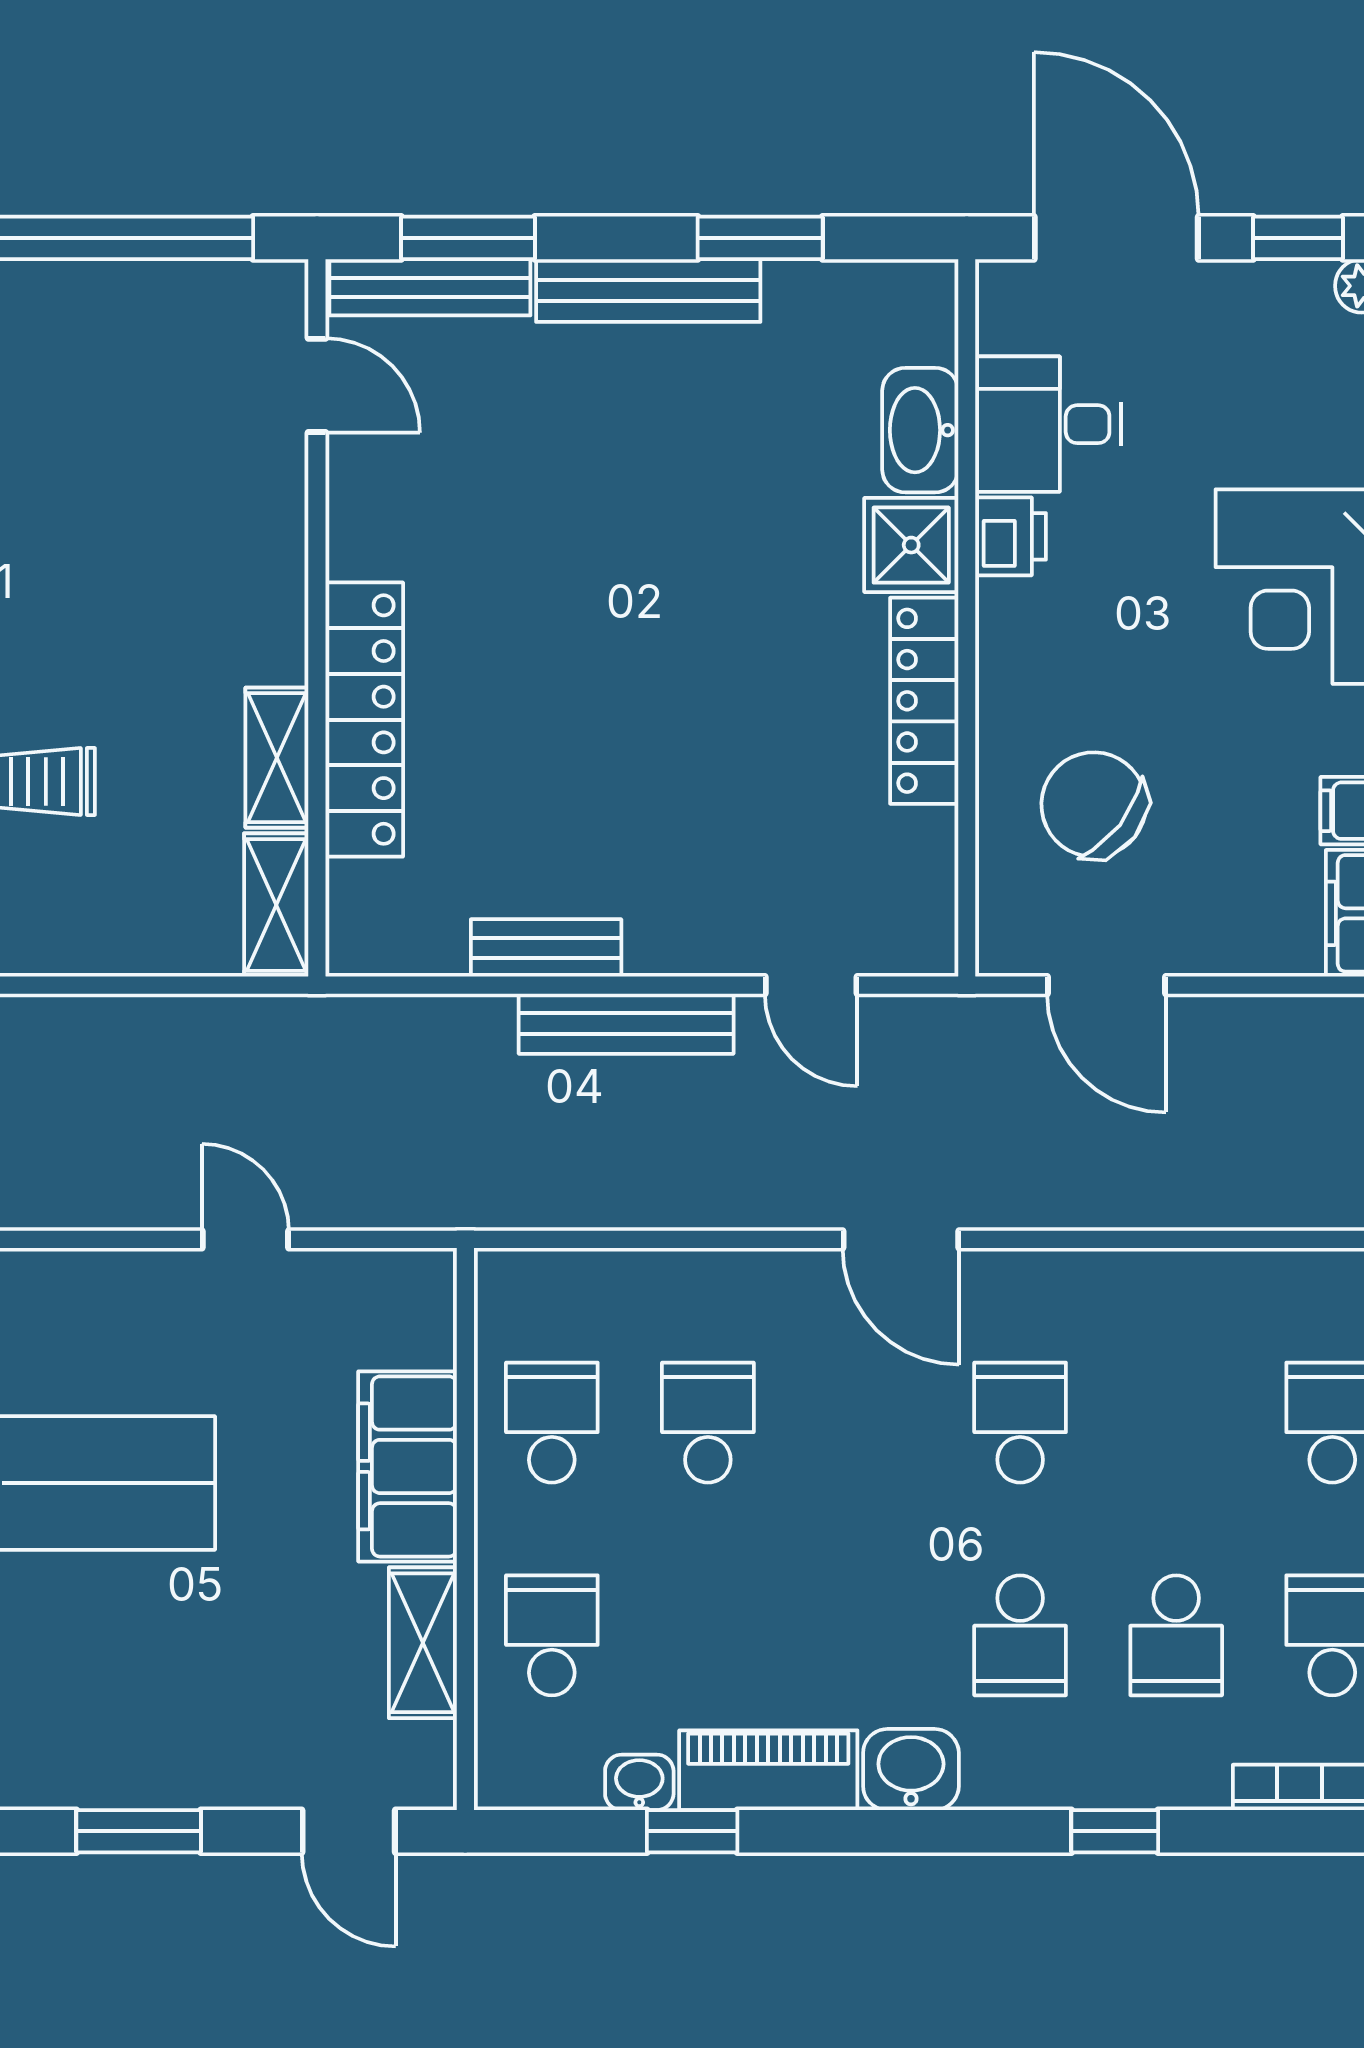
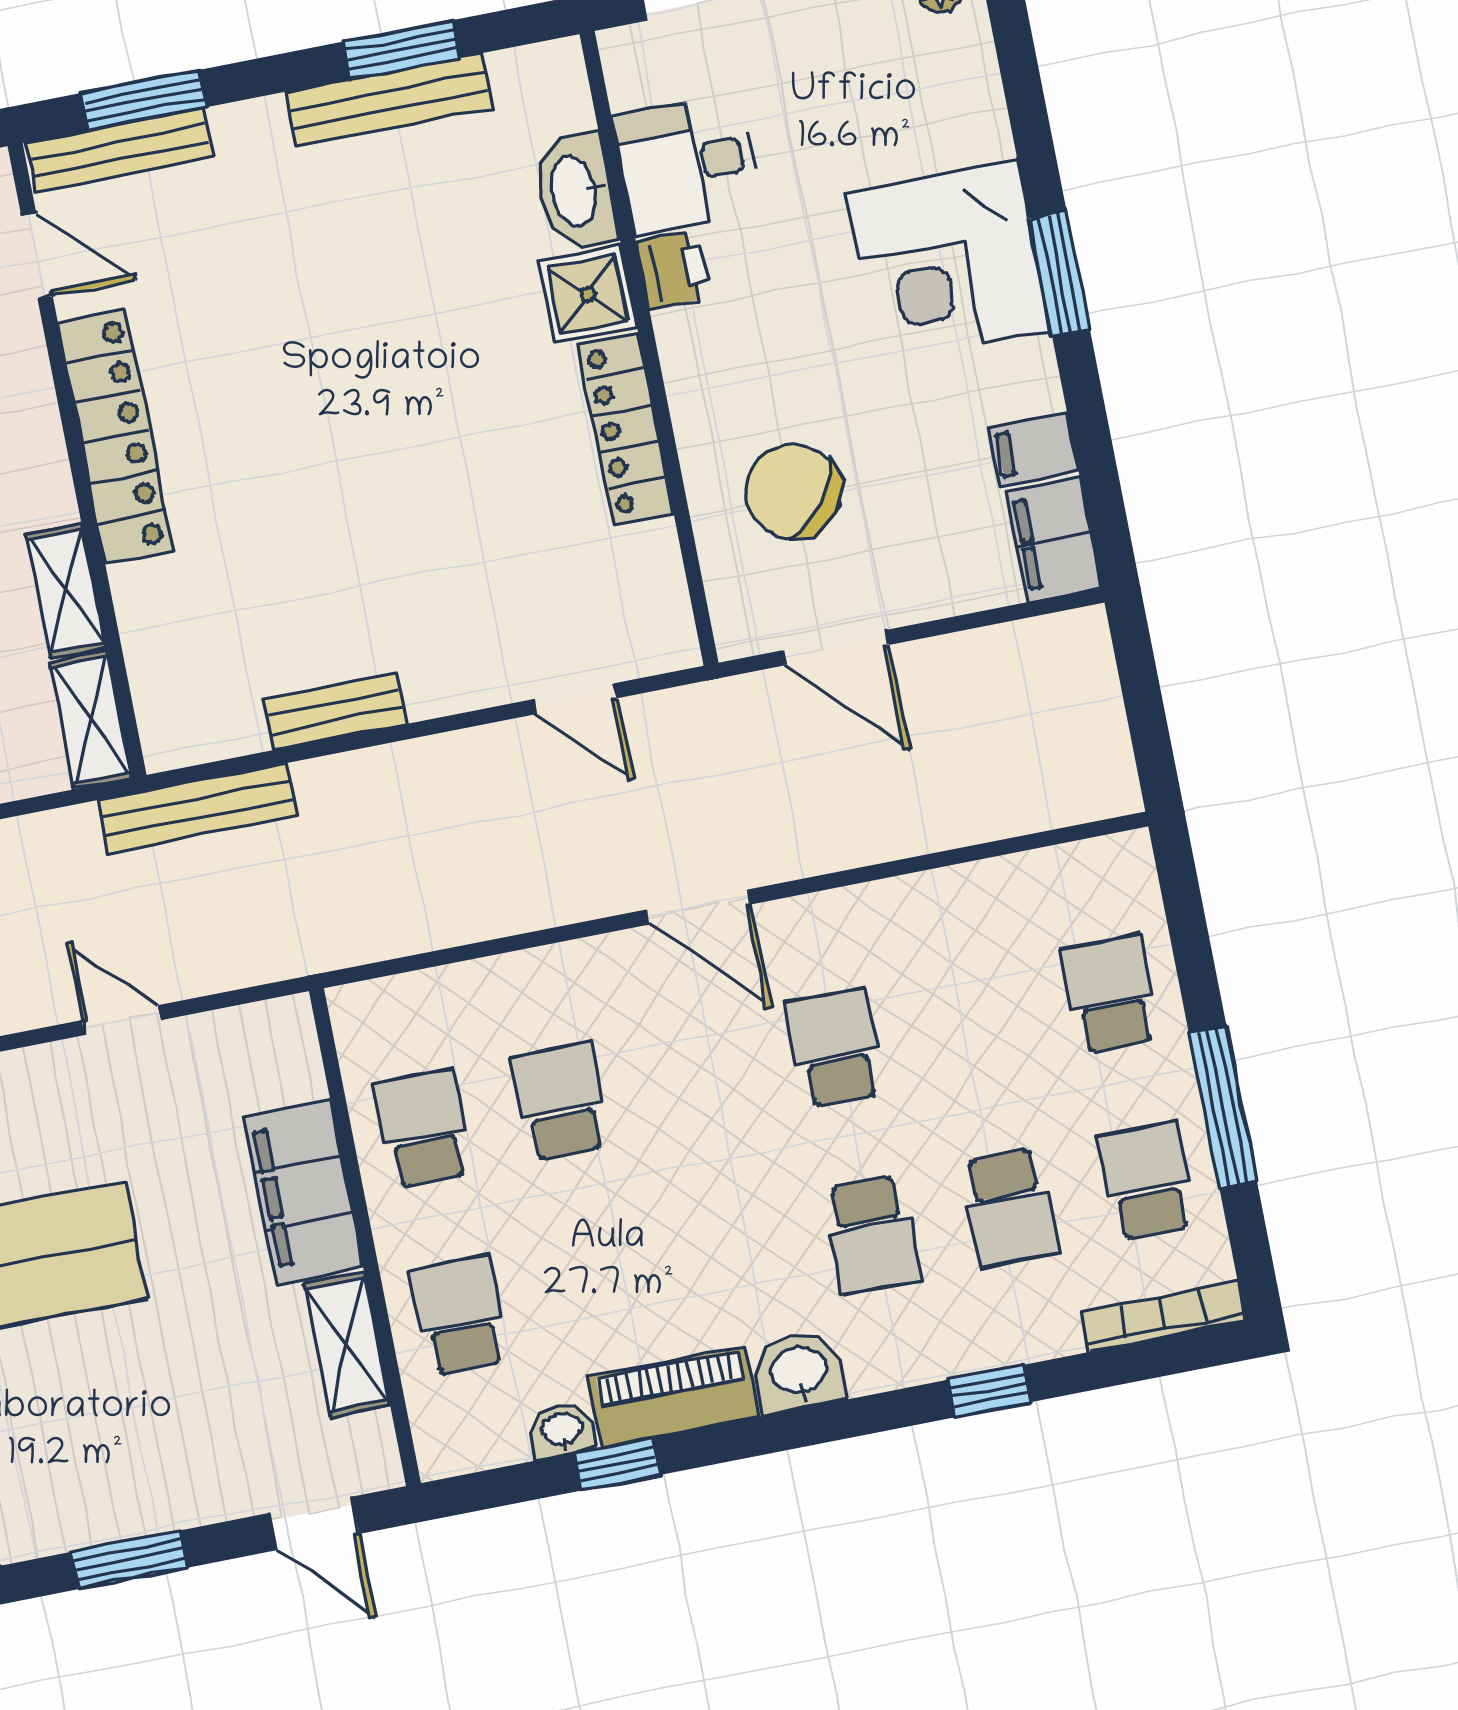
bench: (648, 290) -> (389, 100), moved
locker: (364, 720) -> (115, 436), moved
bench: (626, 1024) -> (198, 808), moved

